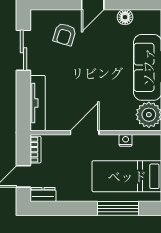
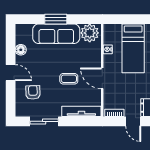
armchair: (65, 34) -> (33, 92), turned -109
coffee table: (84, 85) -> (69, 79), added

